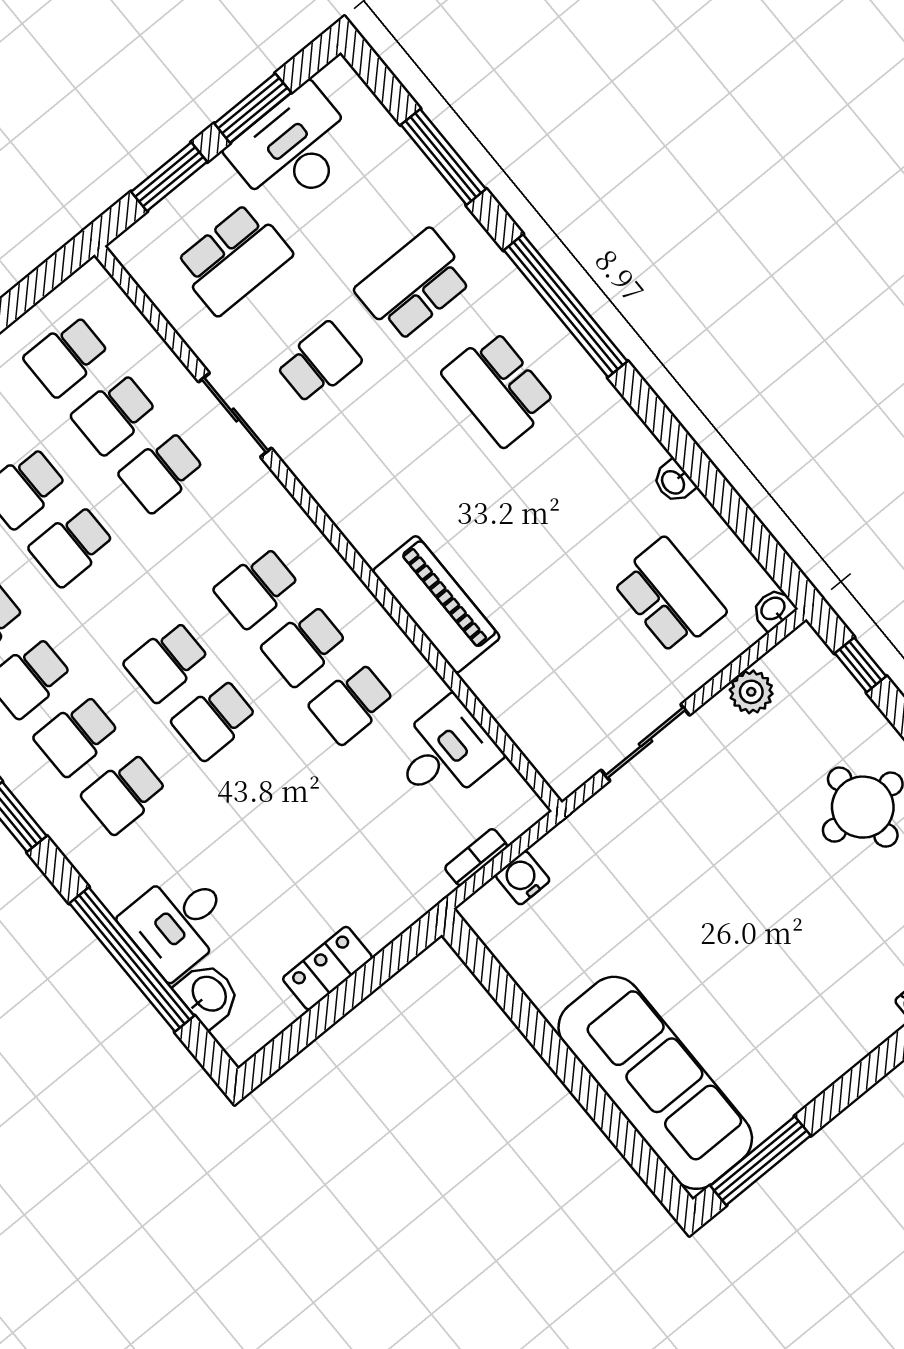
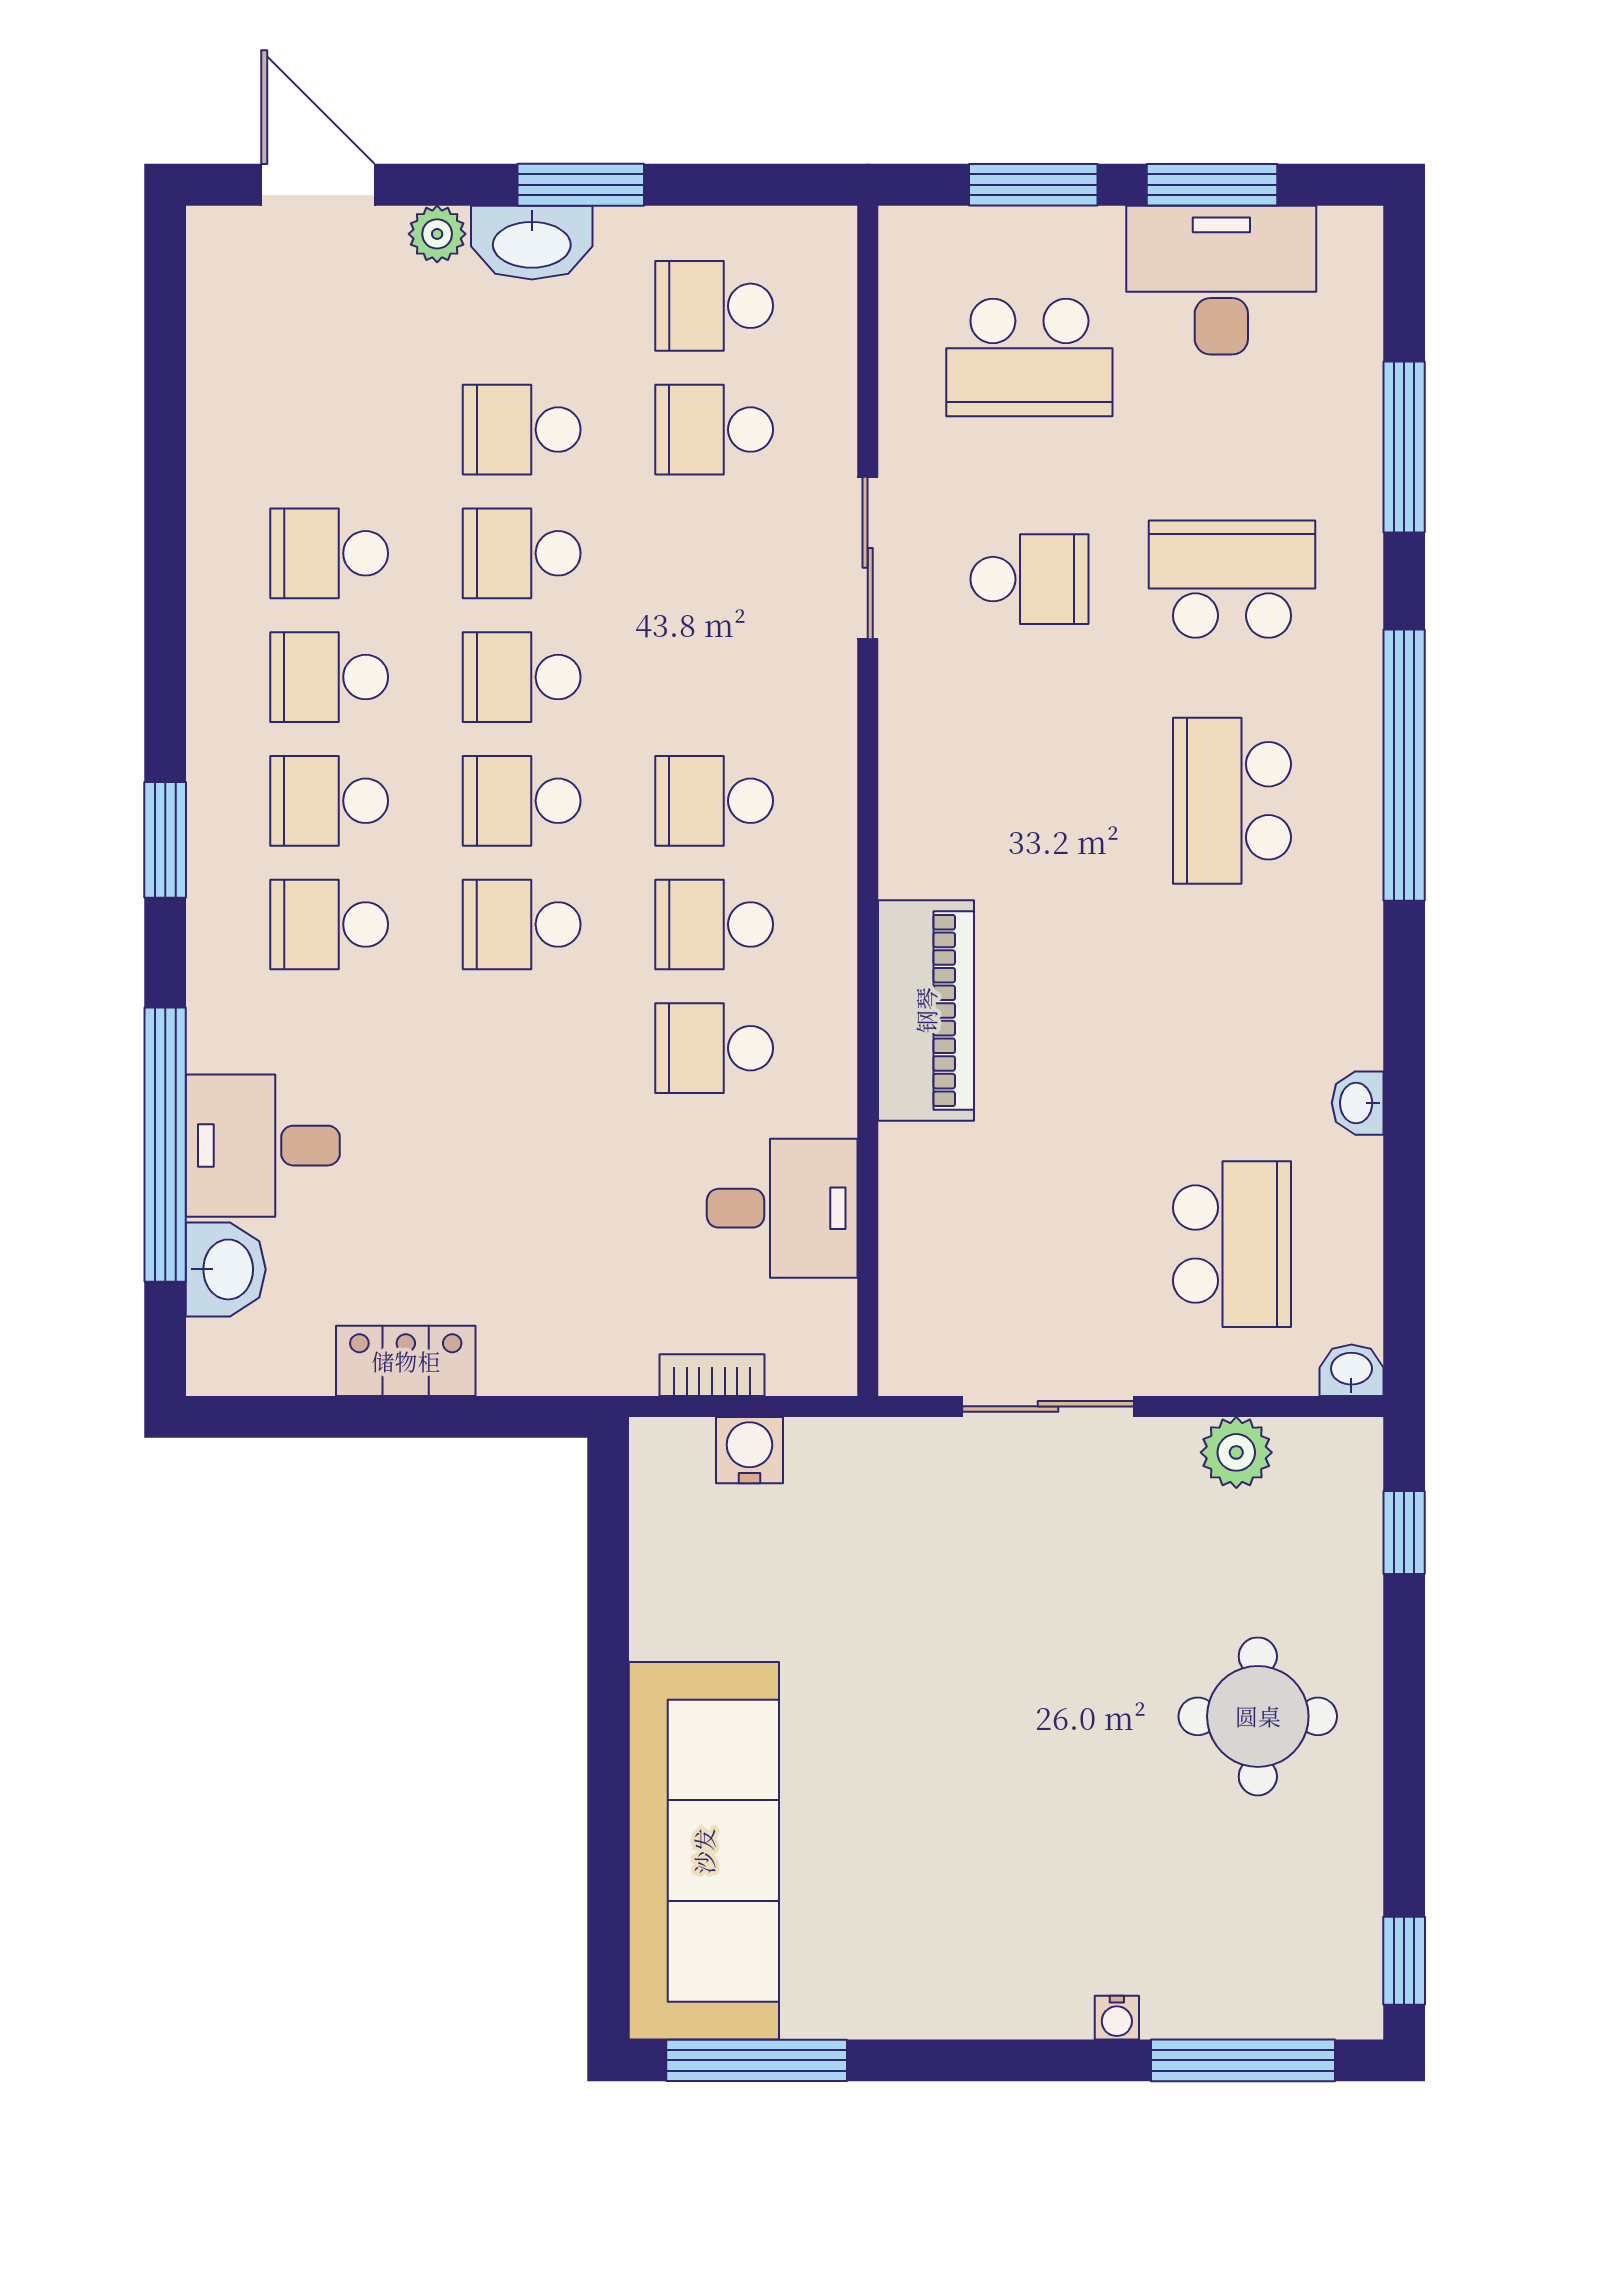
school desk: (161, 472) -> (522, 677), moved

